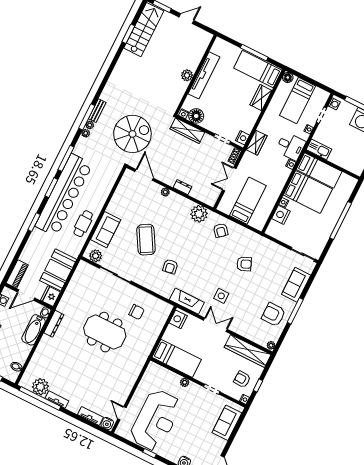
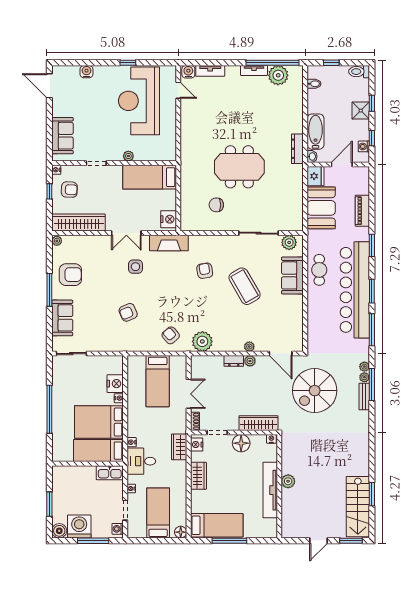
wardrobe: (261, 98) -> (198, 476), moved
floor lamp: (196, 116) -> (241, 443), moved
plant: (170, 181) -> (250, 361), added
piano: (17, 274) -> (362, 211), moved

